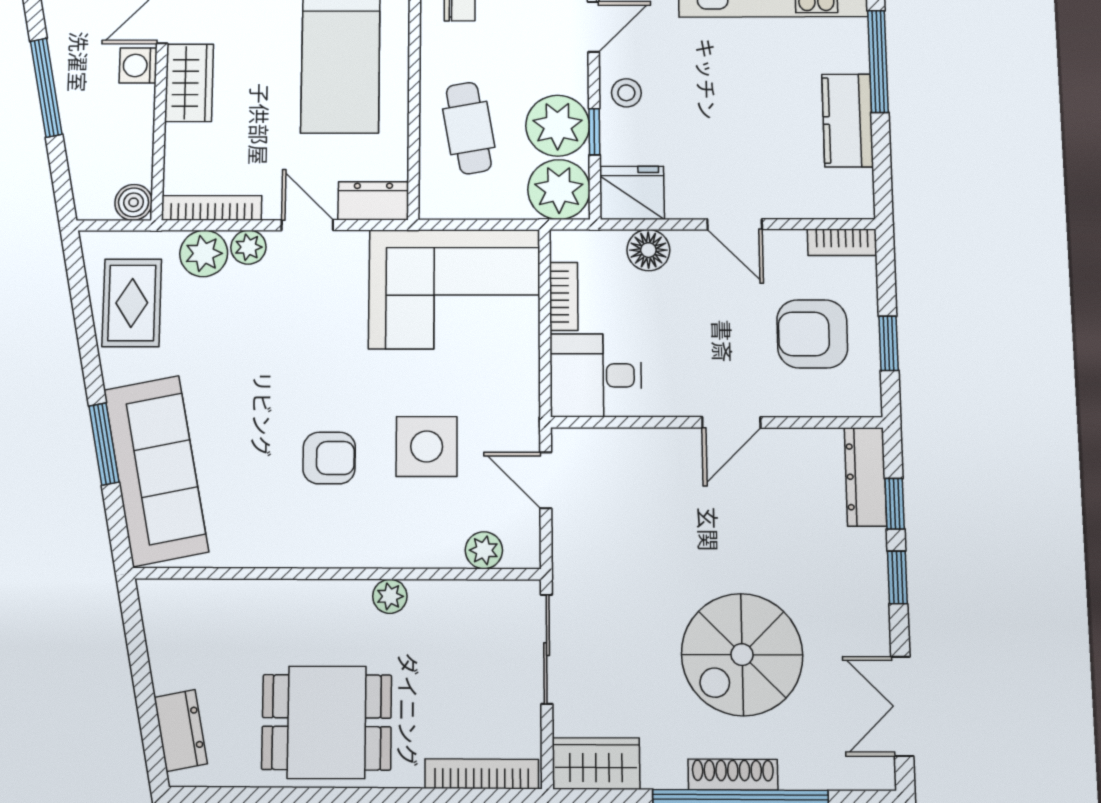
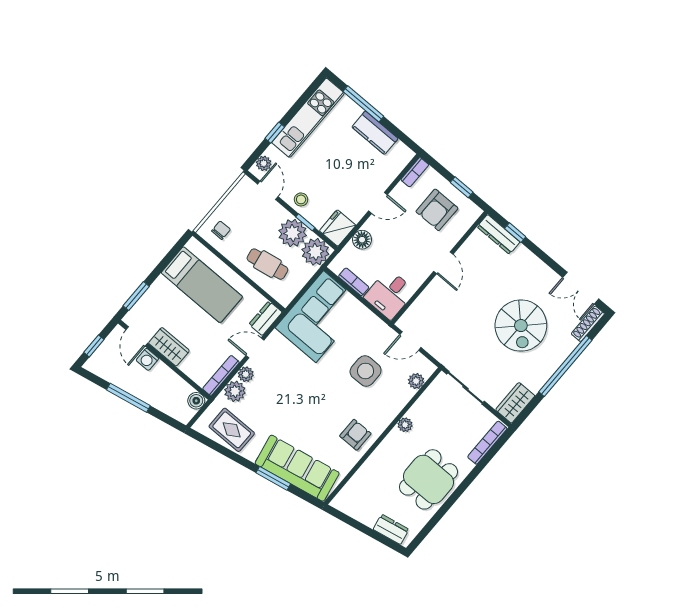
armchair: (329, 458) -> (355, 435), moved
window: (897, 577) -> (539, 253), removed
shoe rack: (733, 775) -> (588, 324), moved

